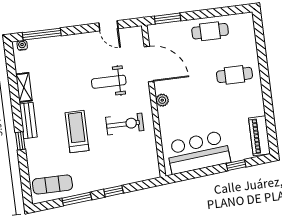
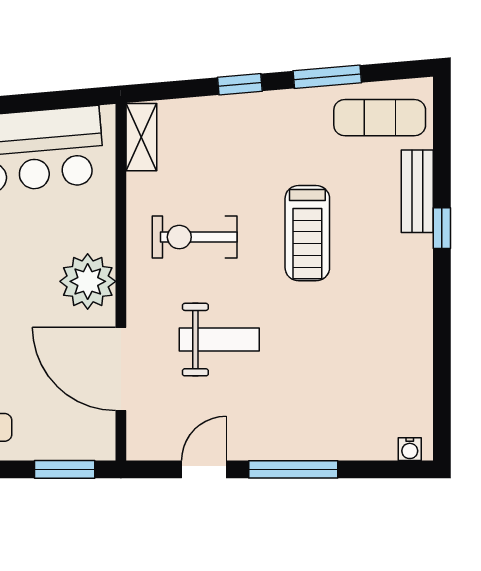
door: (108, 26) -> (204, 469), hinge flipped
window: (42, 34) -> (293, 469), moved
shelving: (24, 87) -> (141, 137), moved
plant: (162, 100) -> (88, 281), width x1.88, depth x1.88
bench: (28, 120) -> (417, 191), moved

